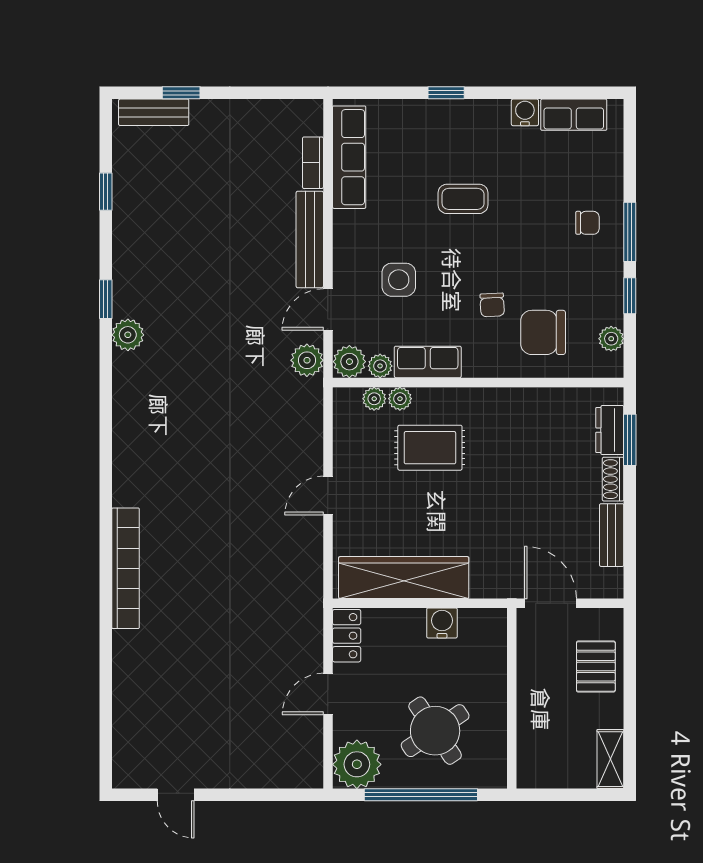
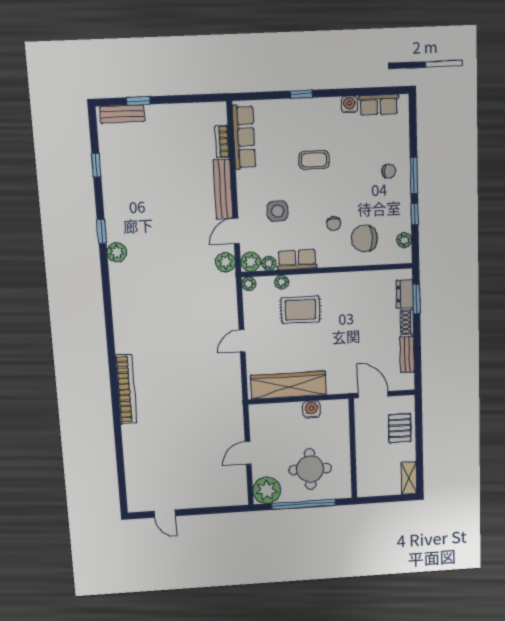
plant: (374, 399) -> (249, 284), moved
locker: (347, 636) -> (257, 420), removed
round table: (435, 731) -> (310, 469), turned 34

